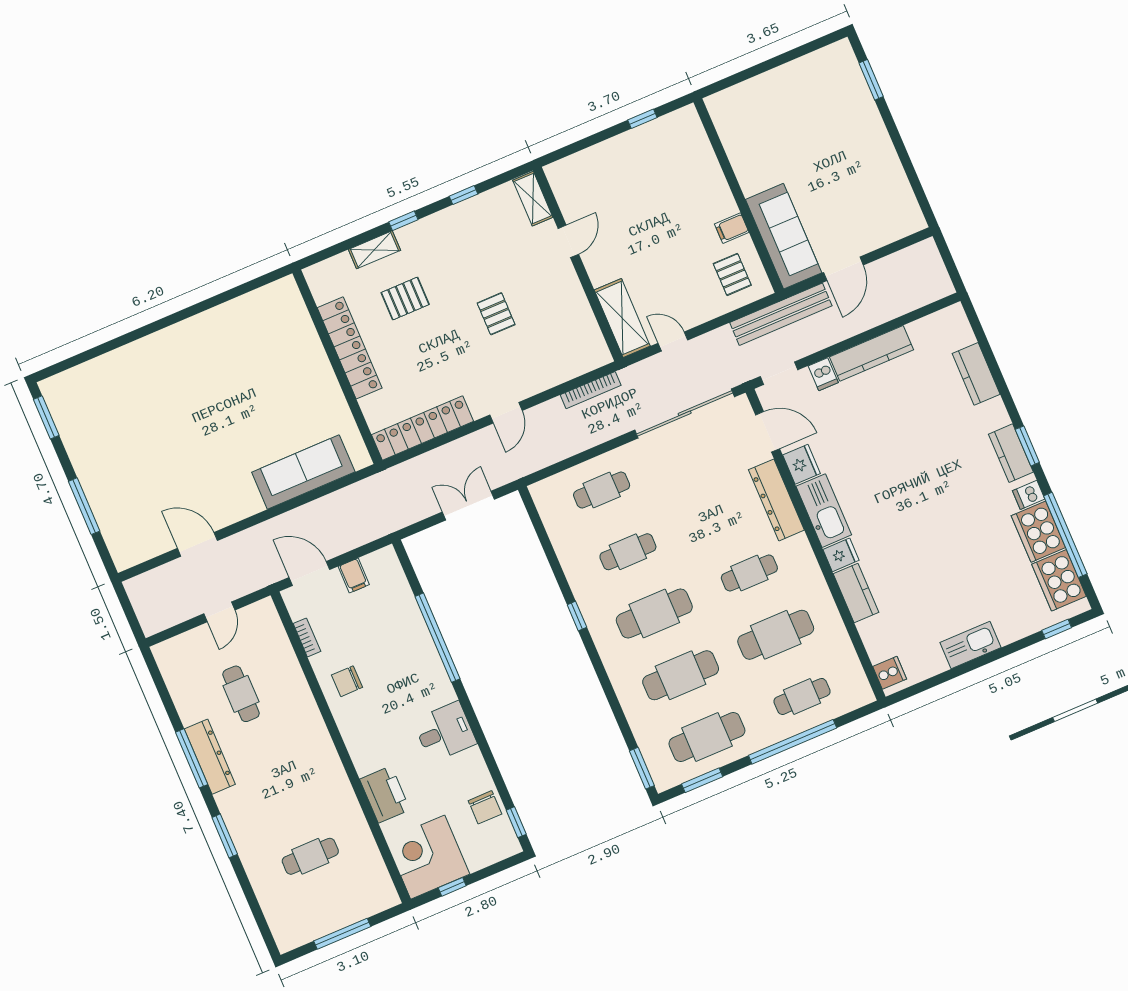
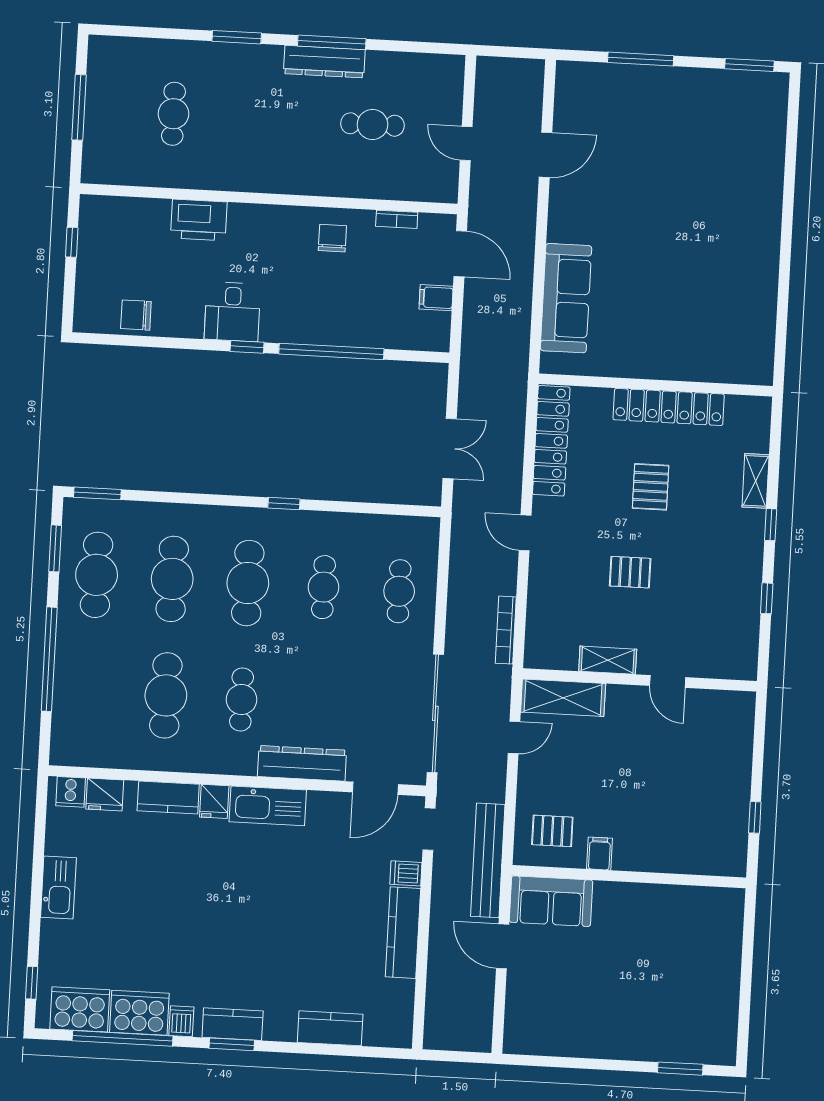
shelving: (533, 199) -> (608, 660), moved
sofa: (784, 236) -> (551, 901), width x0.73
pallet: (405, 299) -> (651, 487), moved
fridge: (801, 464) -> (105, 794), moved
door: (309, 573) -> (460, 254), hinge flipped
cafe table: (802, 696) -> (90, 691), removed
window: (516, 822) -> (247, 347), moved
corner desk: (428, 857) -> (114, 232), removed

